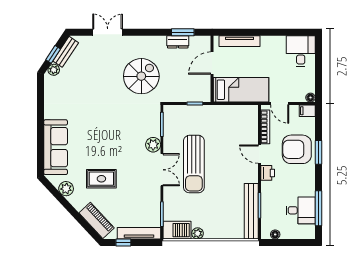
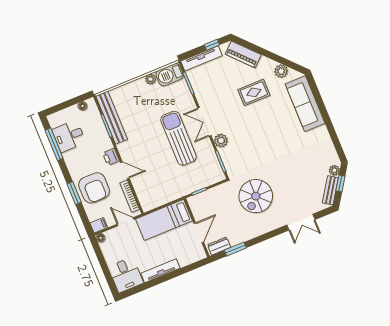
tv unit: (239, 41) -> (160, 271), moved
dresser: (178, 42) -> (219, 246), moved
armchair: (297, 149) -> (94, 188), turned 90

